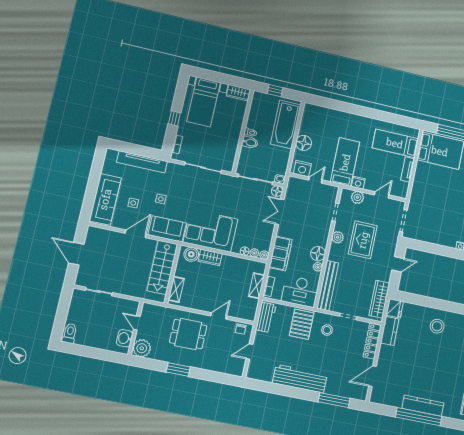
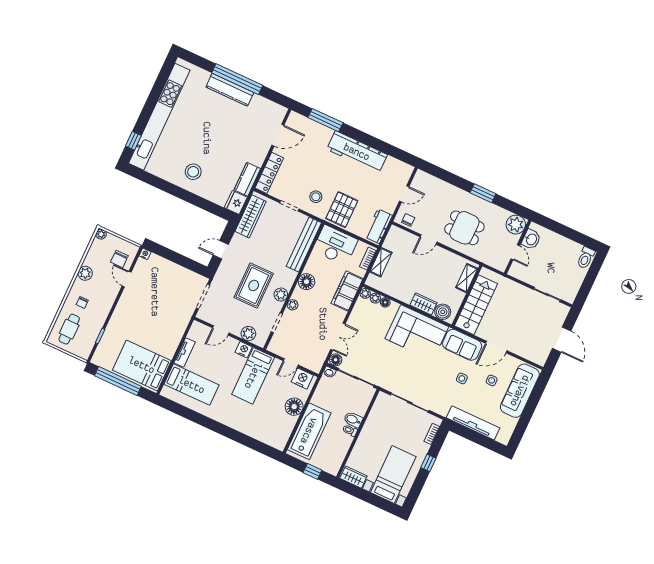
plant: (318, 267) -> (293, 305), moved

